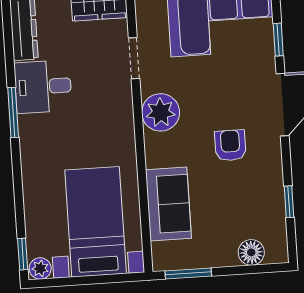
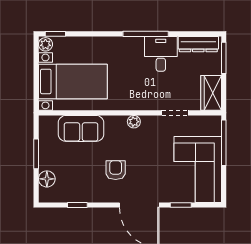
window: (13, 112) -> (146, 34), width x1.44
plant: (161, 112) -> (134, 122), width x0.53, depth x0.53
armchair: (230, 145) -> (116, 170), turned -90
window: (188, 273) -> (36, 154), moved

